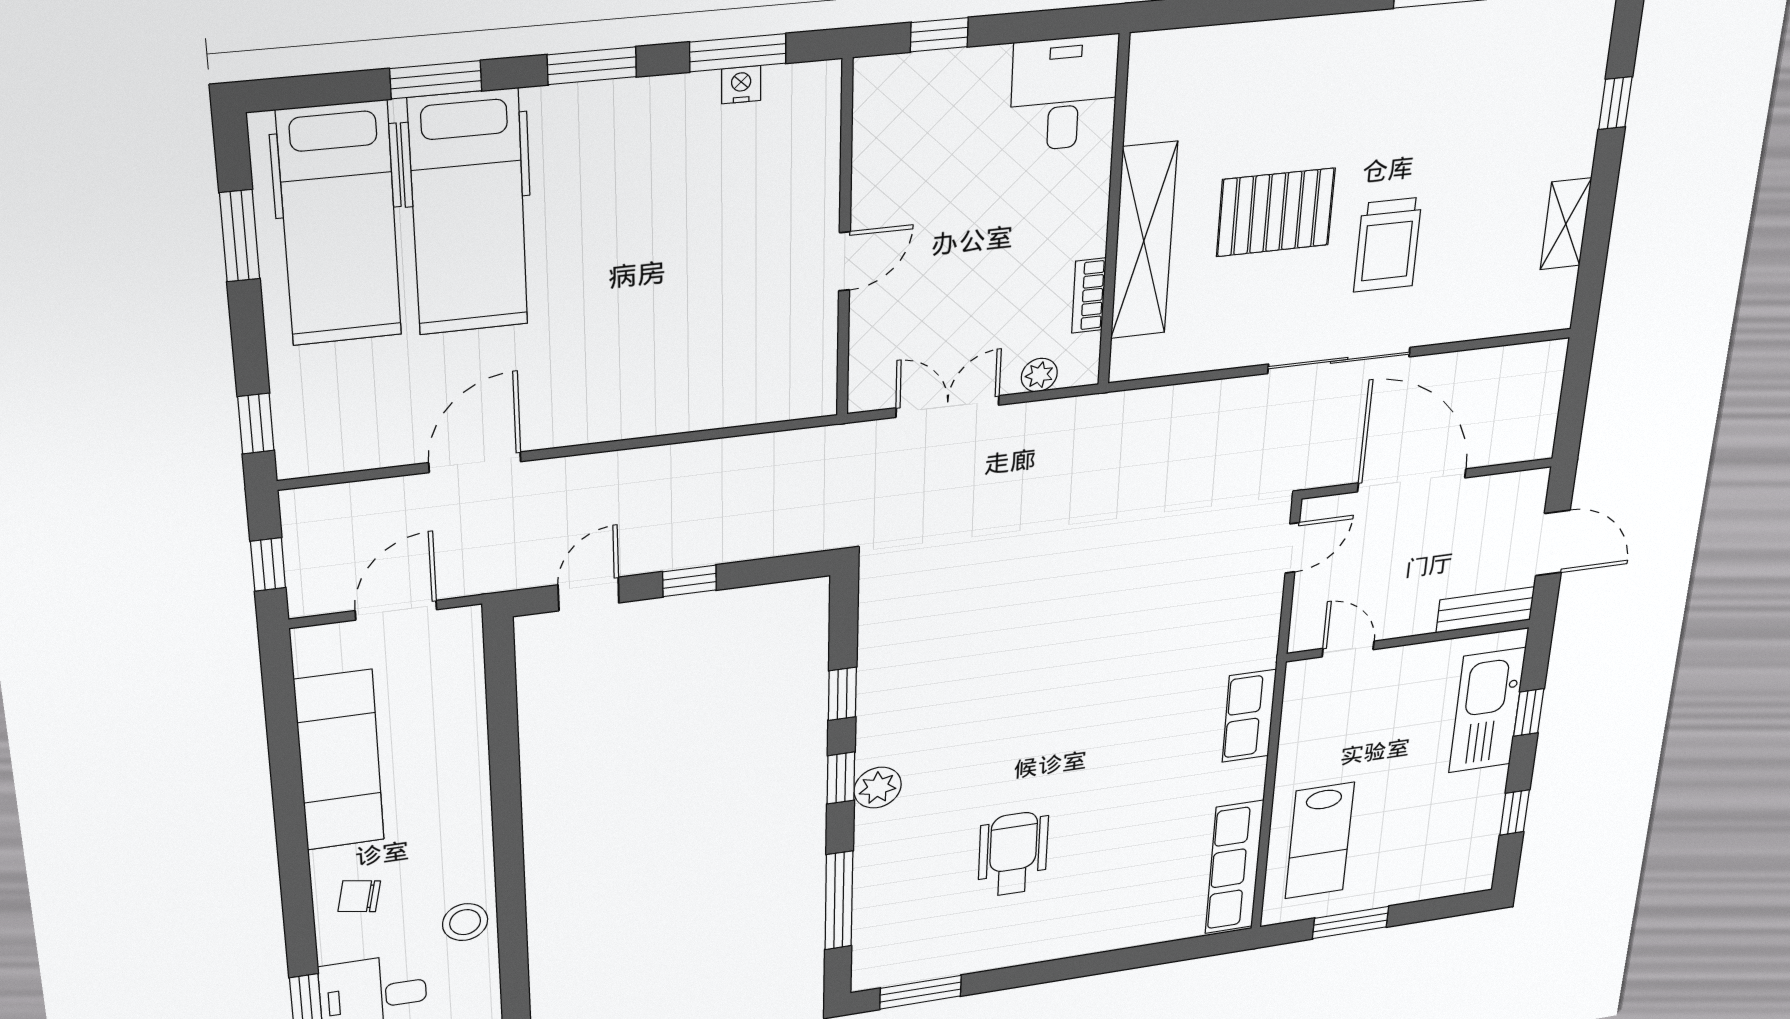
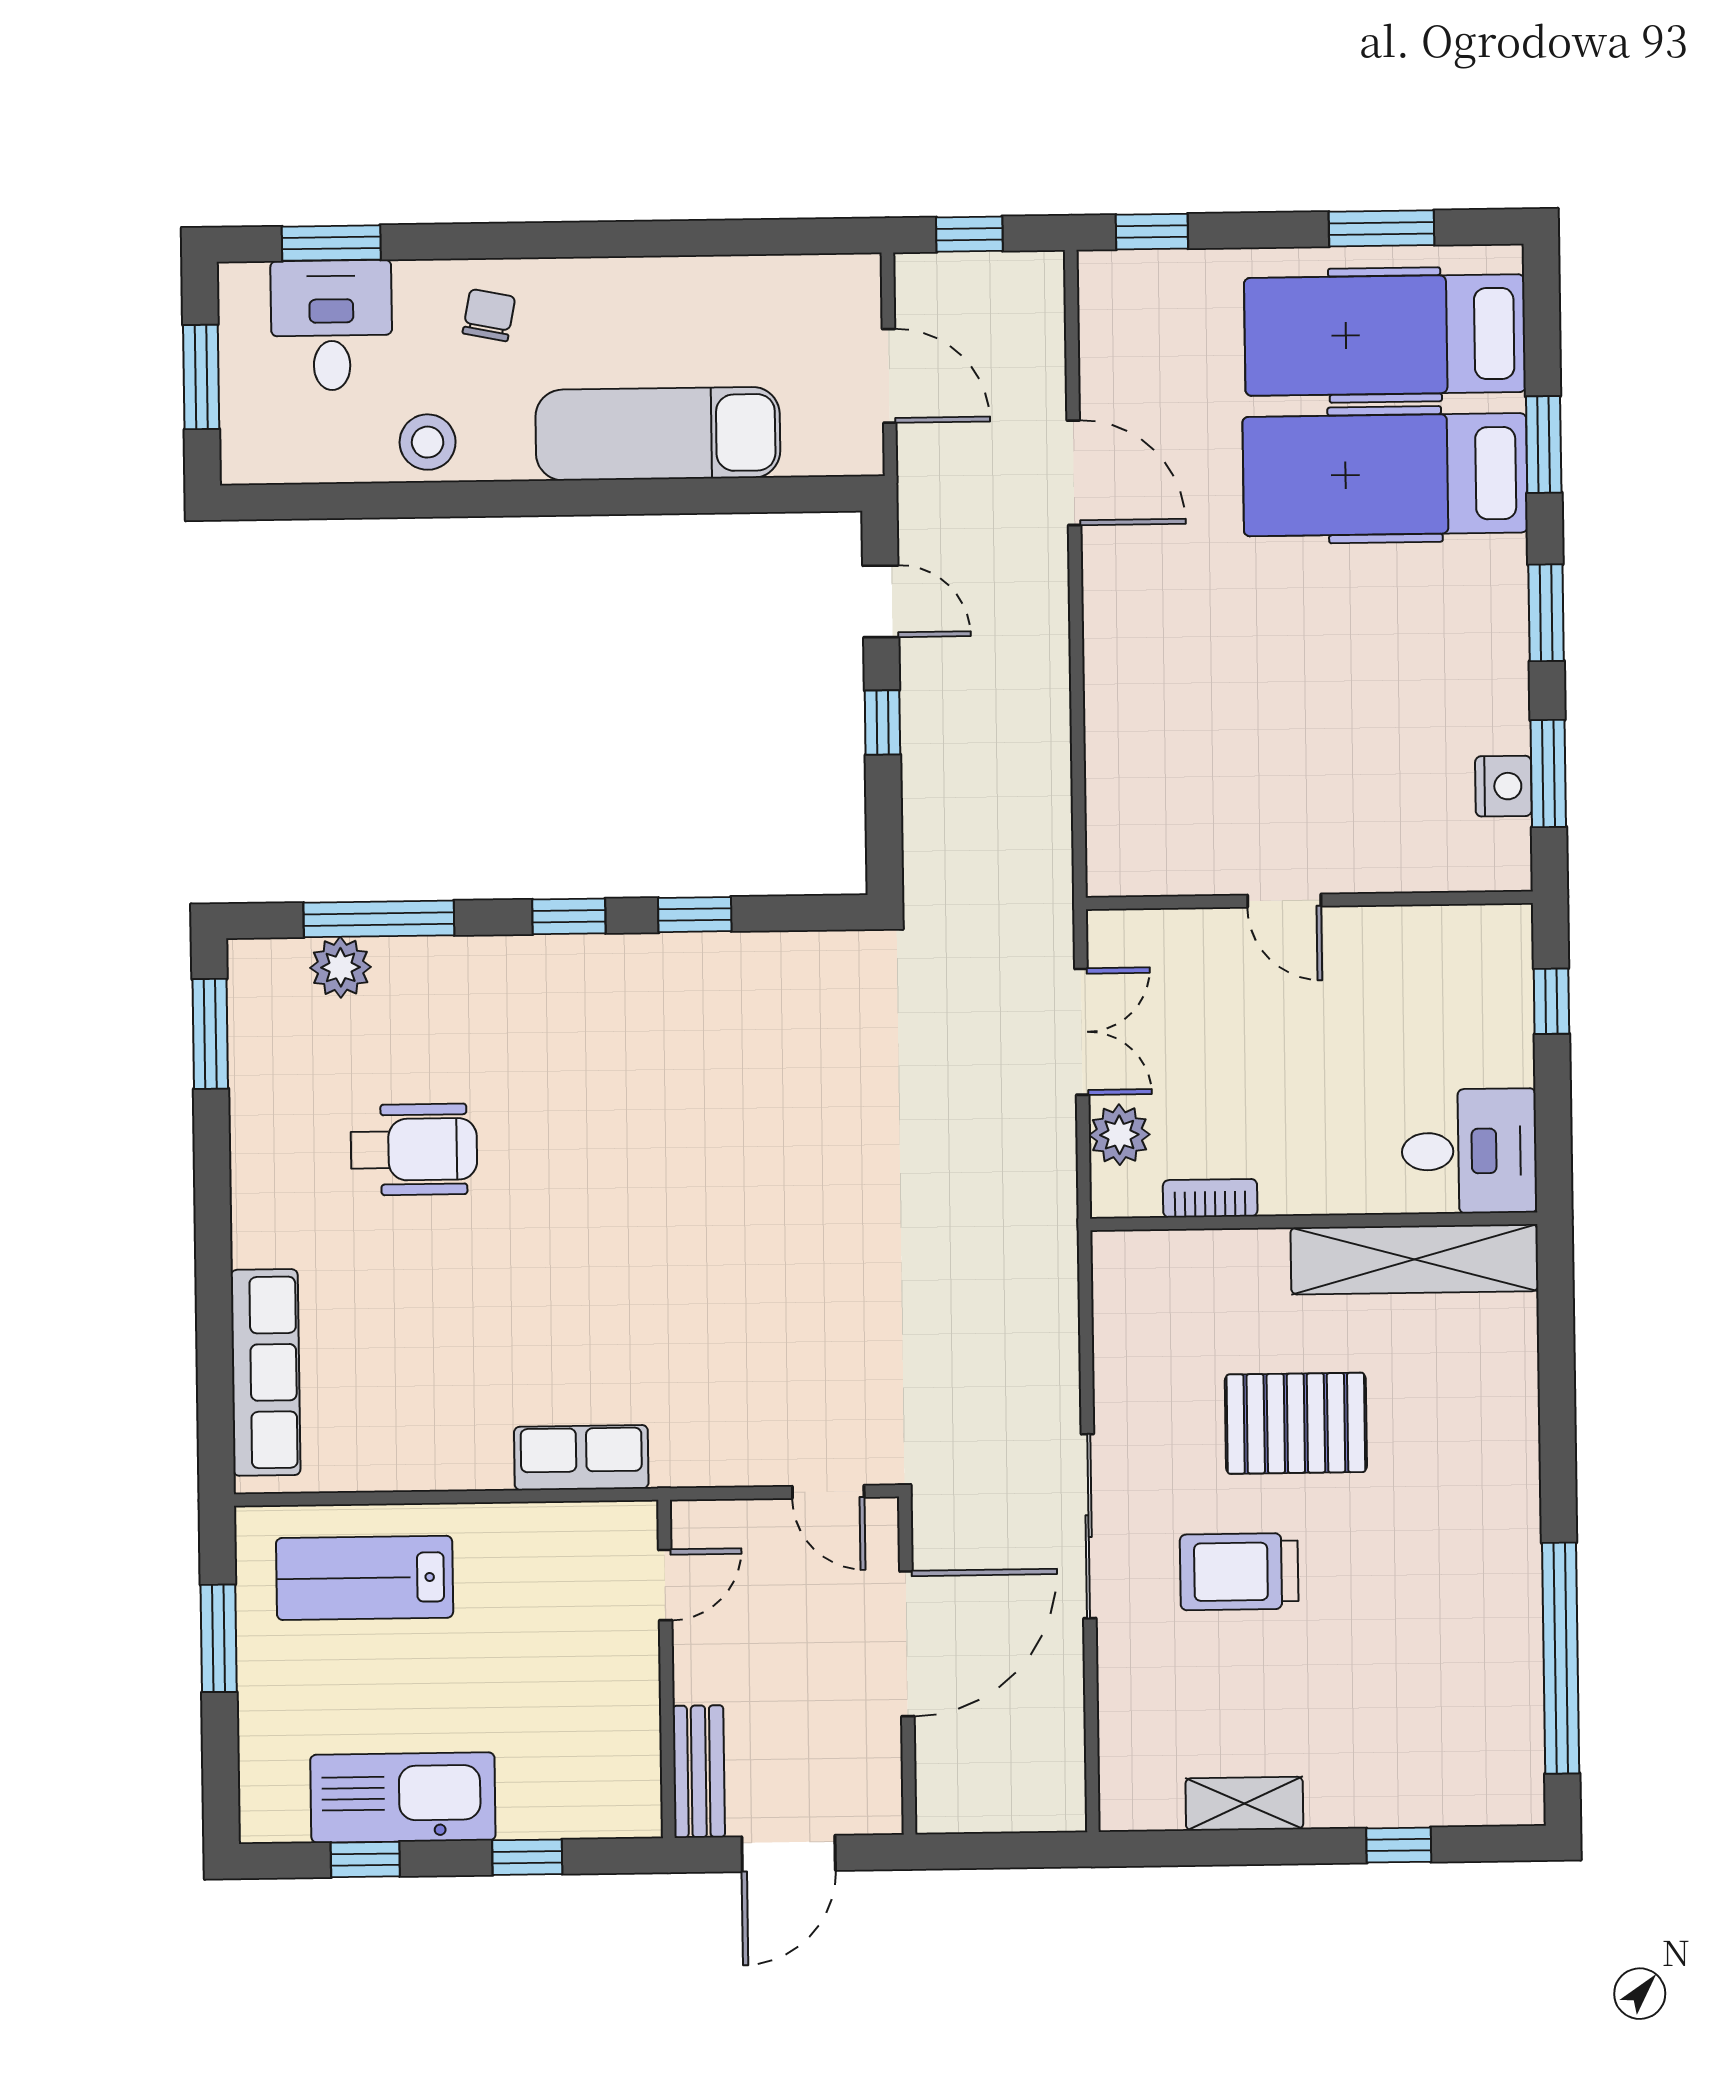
nightstand: (741, 85) -> (1503, 786), width x1.39, depth x1.35
pallet: (1276, 212) -> (1296, 1423), turned 90
shelving: (1144, 241) -> (1414, 1259), moved
plant: (1039, 375) -> (1119, 1135), width x1.38, depth x1.38
kitchen sink: (1487, 710) -> (403, 1798), moved
exam couch: (339, 760) -> (658, 434), moved, turned 180
plant: (878, 788) -> (341, 967), moved
row of seats: (1234, 867) -> (266, 1372), moved, turned 90

